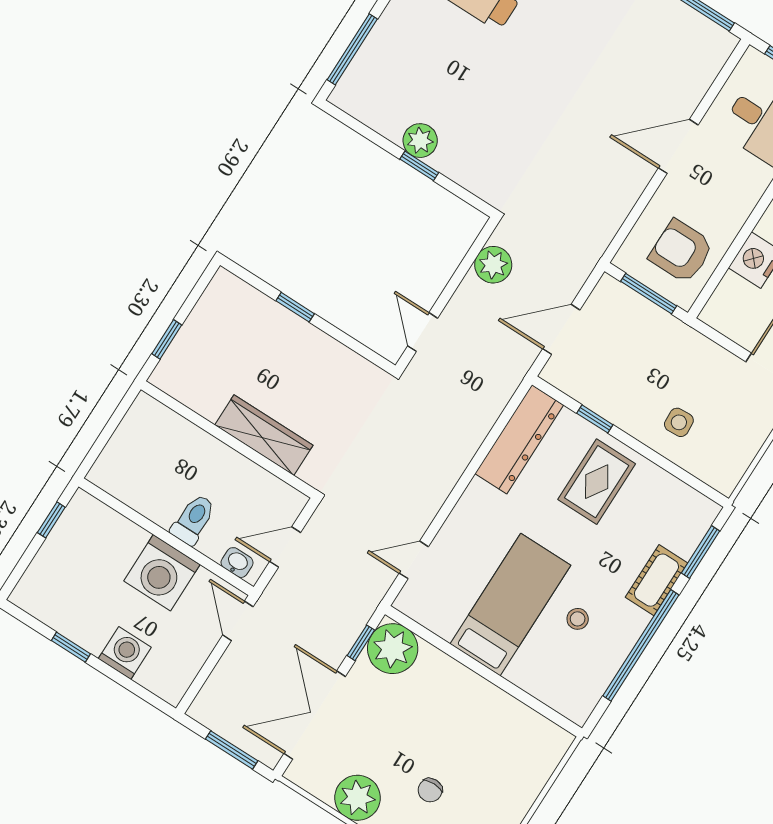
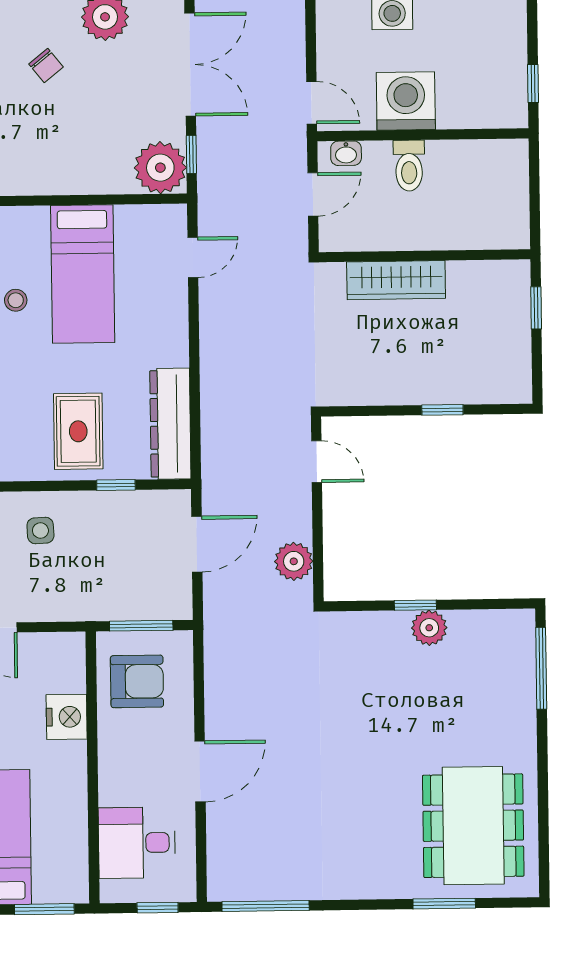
chair: (430, 790) -> (46, 65), turned 141

